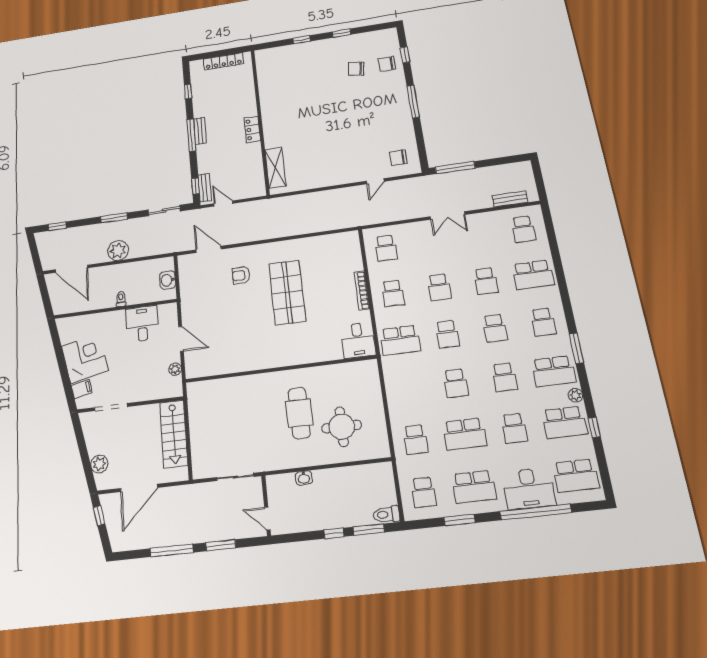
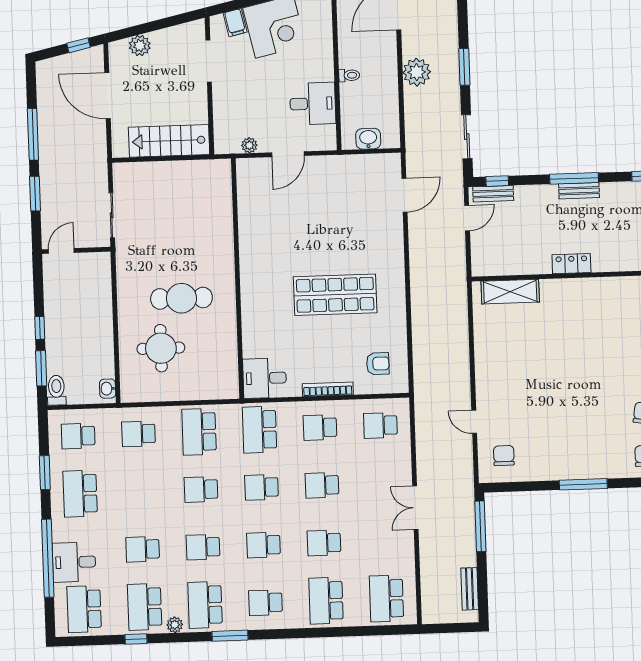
bench: (510, 199) -> (470, 589), moved
school desk: (523, 229) -> (386, 598), width x1.85
armchair: (241, 275) -> (378, 364), moved, turned 90
school desk: (465, 434) -> (199, 432), moved
washbasin: (304, 478) -> (108, 389), moved
desk: (529, 489) -> (74, 562), width x0.73

